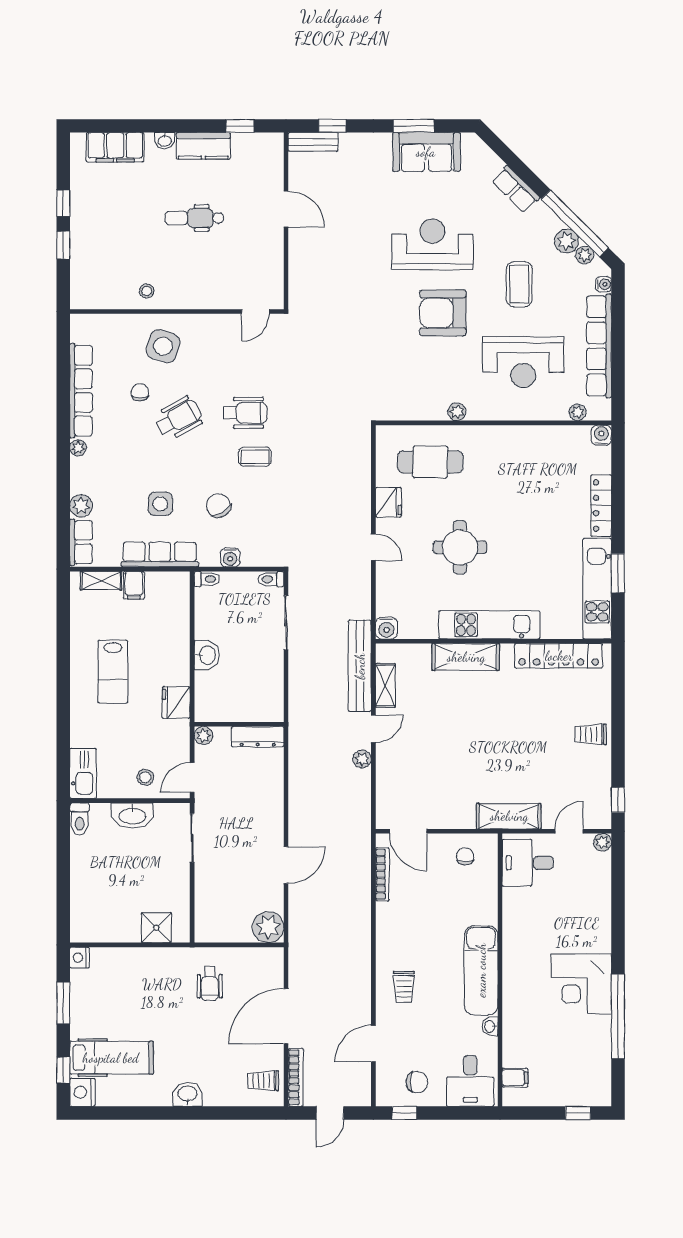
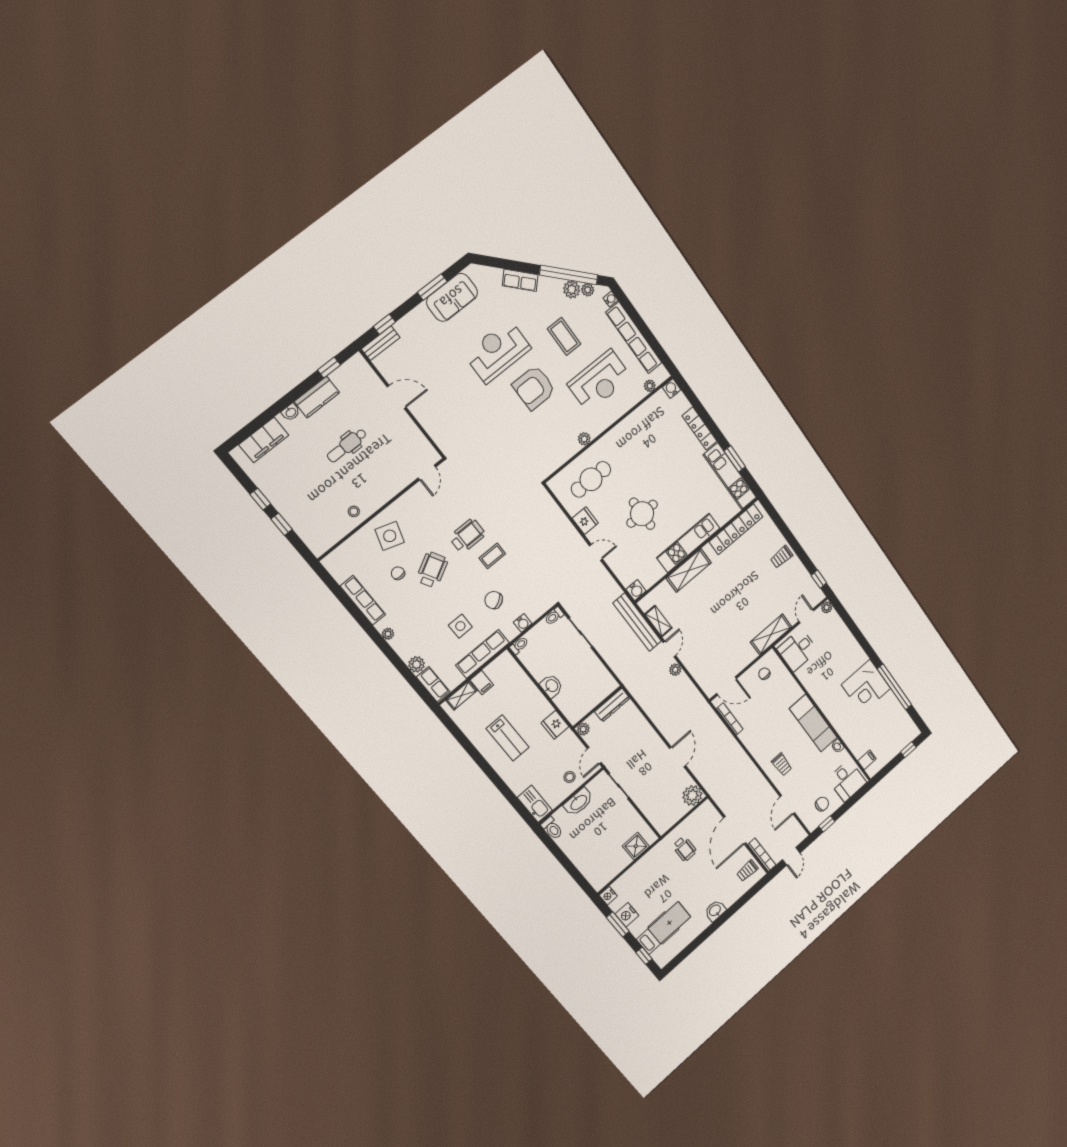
row of seats: (81, 391) -> (363, 600), width x0.73
nightstand: (82, 1092) -> (627, 915), moved

